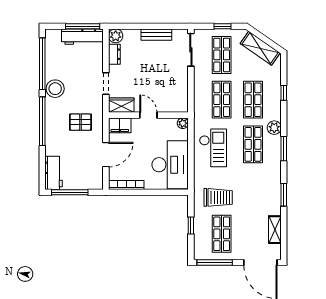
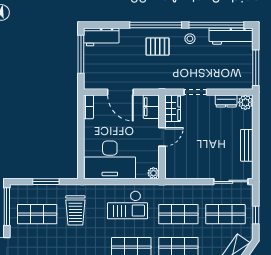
workbench: (82, 37) -> (231, 36), moved, turned -90
stool: (55, 89) -> (190, 39), width x0.53, depth x0.53
pallet: (80, 122) -> (158, 47), moved, turned 90
bookcase: (126, 185) -> (88, 107), width x0.64
window: (191, 225) -> (46, 182), width x1.50

